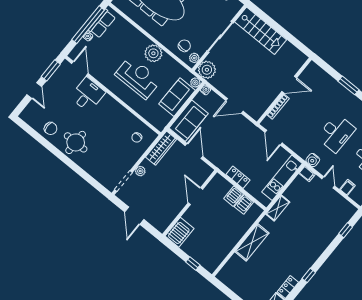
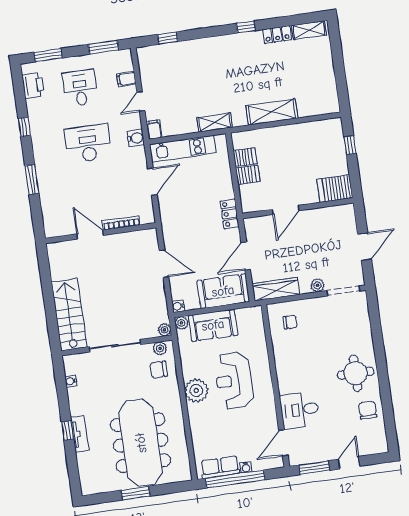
plant: (207, 70) -> (165, 330), width x0.53, depth x0.53
door: (273, 138) -> (152, 182), moved
locker: (238, 177) -> (230, 214), moved

